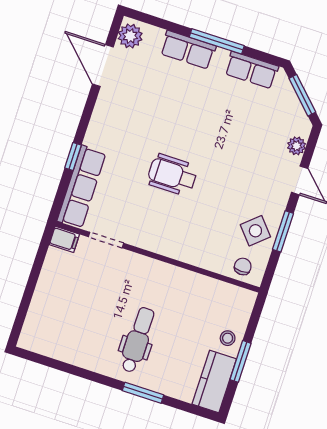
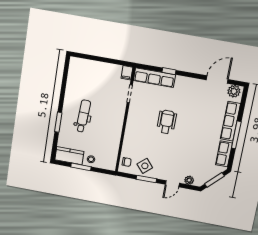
row of seats: (188, 50) -> (230, 121), width x1.48
dental chair: (138, 340) -> (83, 116), turned -87

